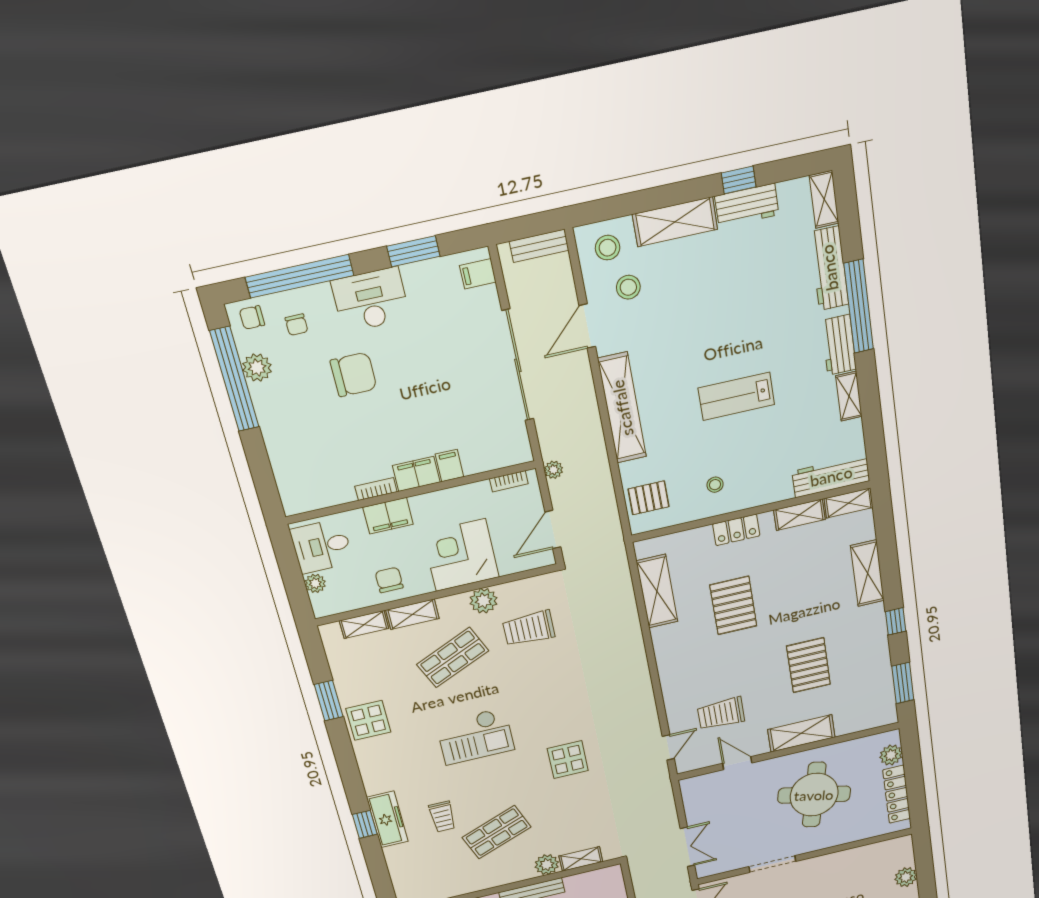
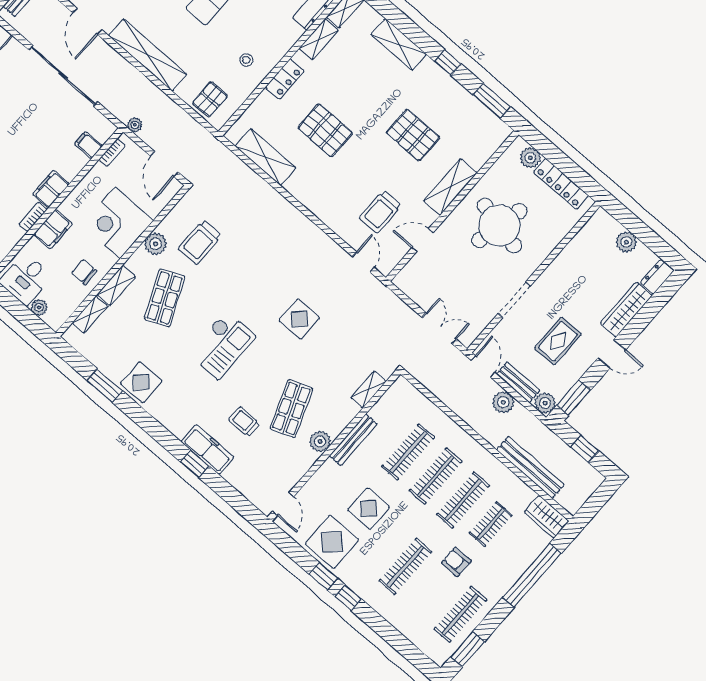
filing cabinet: (450, 466) -> (88, 145), moved
trolley: (442, 817) -> (244, 422), turned 180
plant: (547, 865) -> (320, 441), moved

